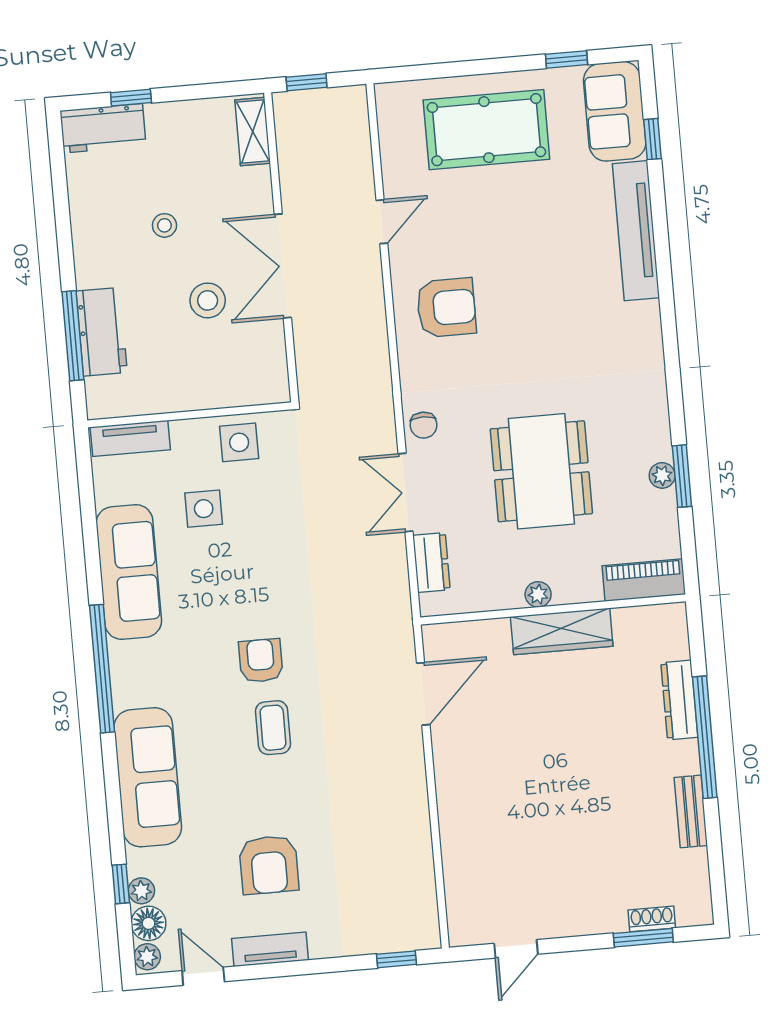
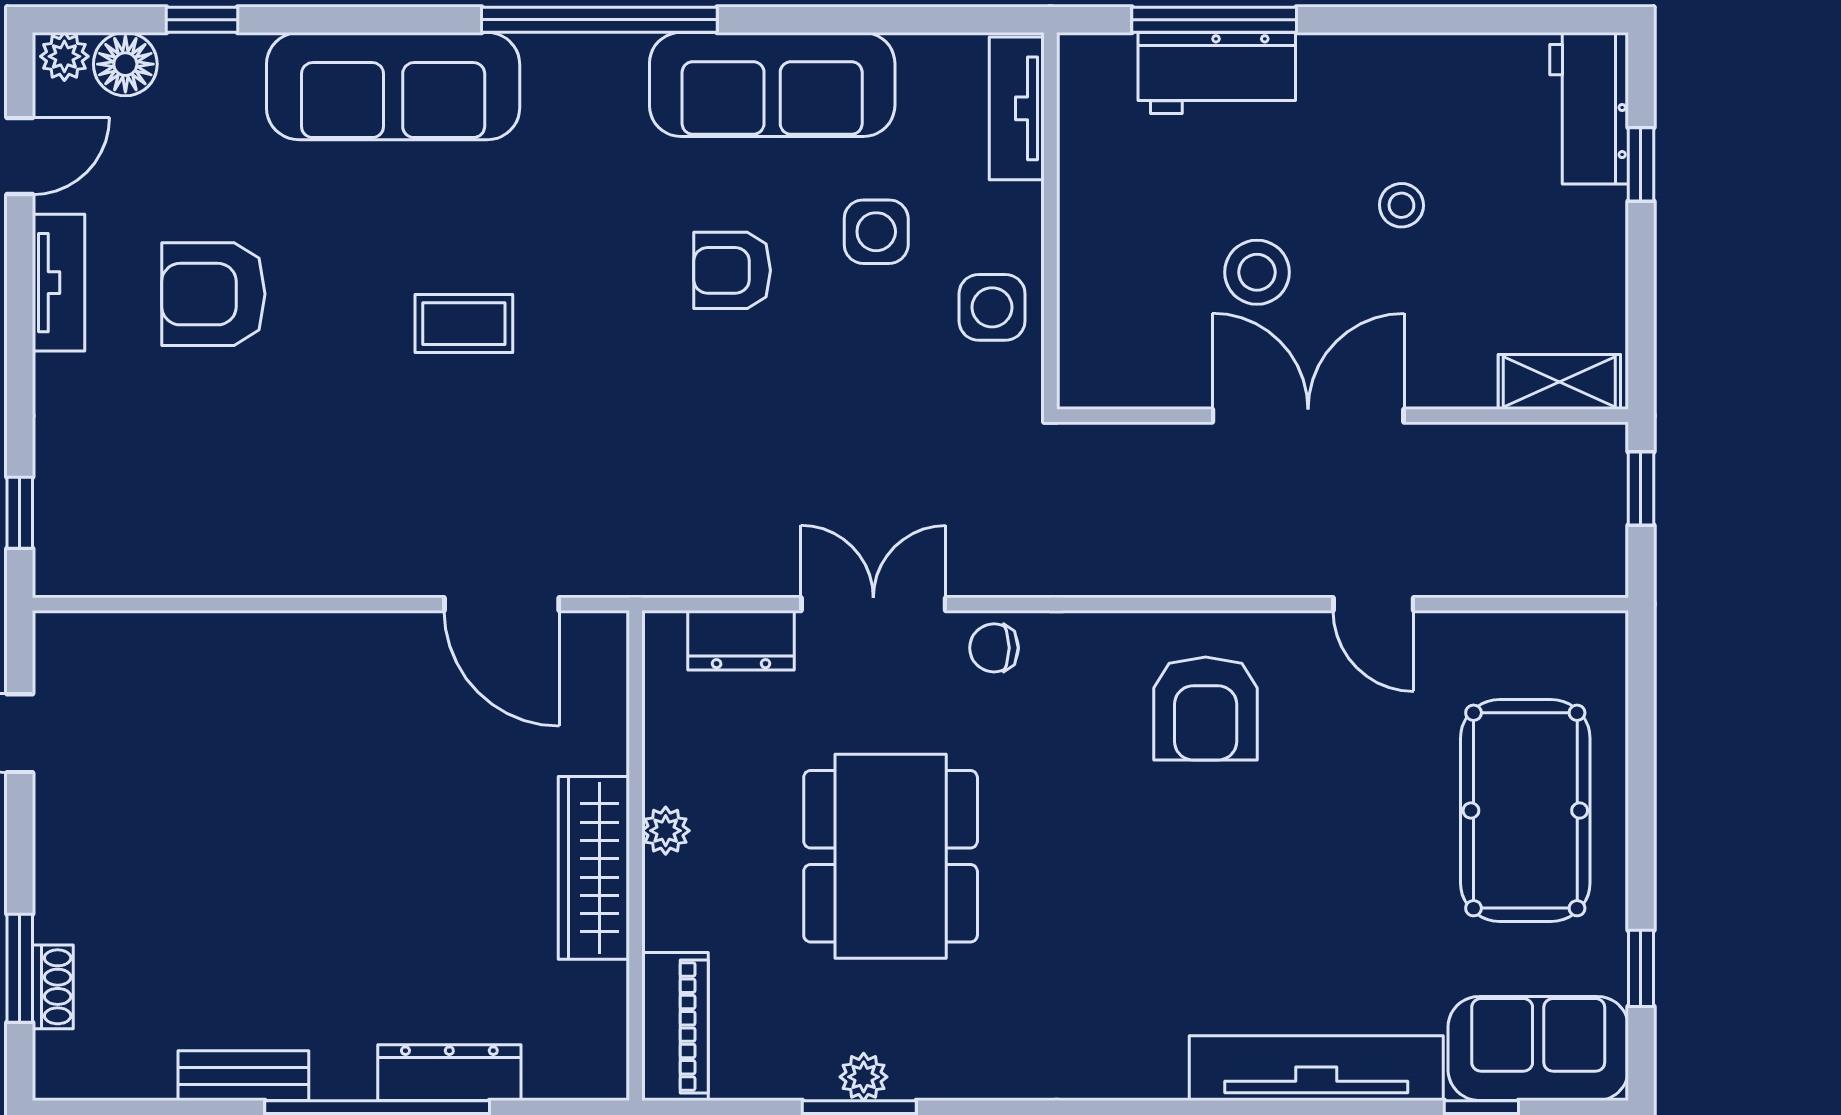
dining table: (541, 471) -> (891, 856), turned 90
armchair: (261, 661) -> (732, 270), moved, turned 180
plant: (141, 891) -> (186, 56), removed

